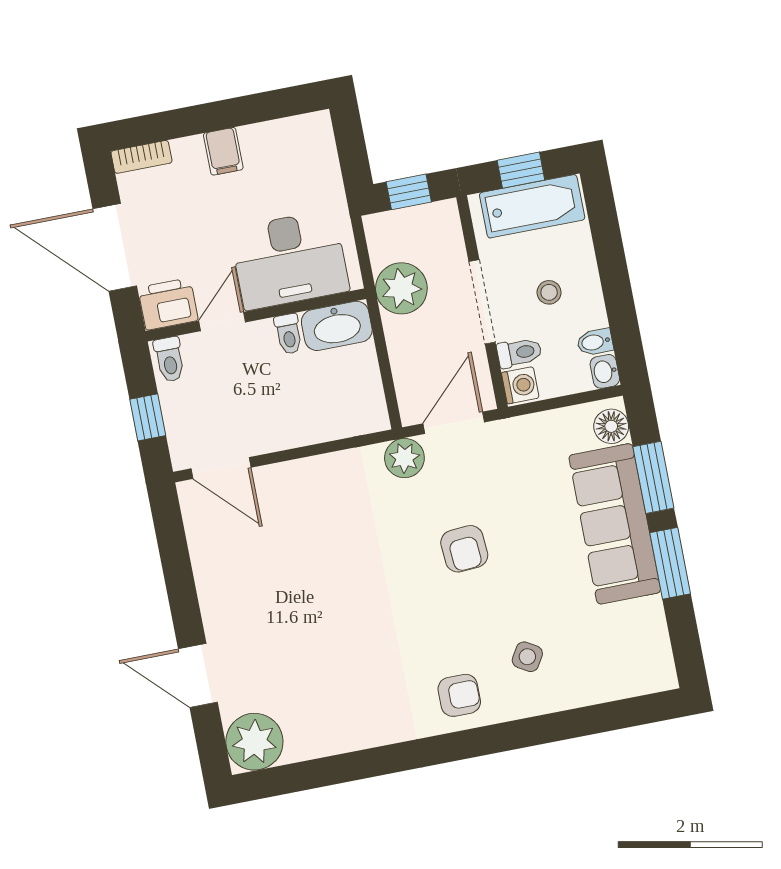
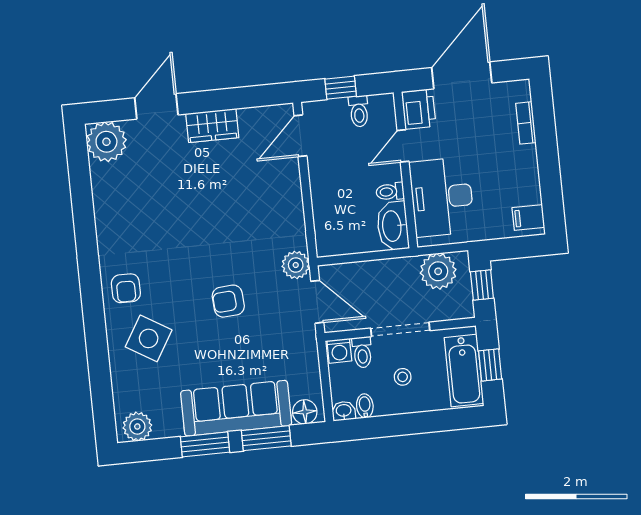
filing cabinet: (223, 151) -> (528, 218), moved
bookcase: (141, 157) -> (526, 123), moved
plant: (401, 288) -> (438, 271), moved
door: (222, 321) -> (403, 146), swing flipped
toilet: (169, 359) -> (359, 111), moved, turned -90
wardrobe: (218, 594) -> (212, 126), added
side table: (527, 657) -> (149, 338), width x1.87, depth x1.87
plant: (653, 661) -> (137, 427), added

